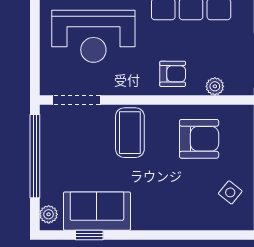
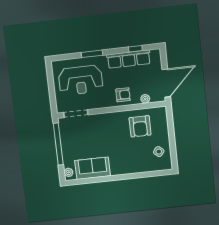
coffee table: (130, 133) -> (105, 127), removed
armchair: (199, 139) -> (140, 126), turned 90
window: (89, 235) -> (90, 180), removed

